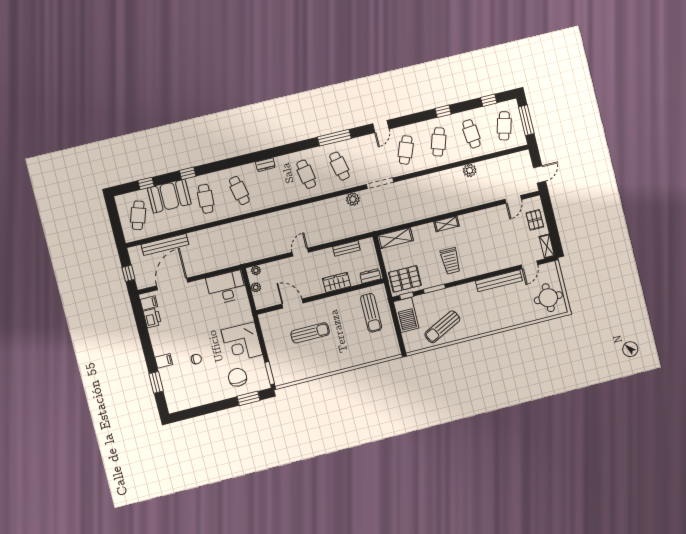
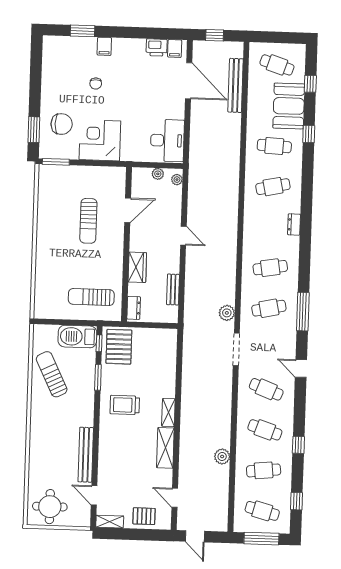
shelving: (395, 238) -> (165, 448), moved

